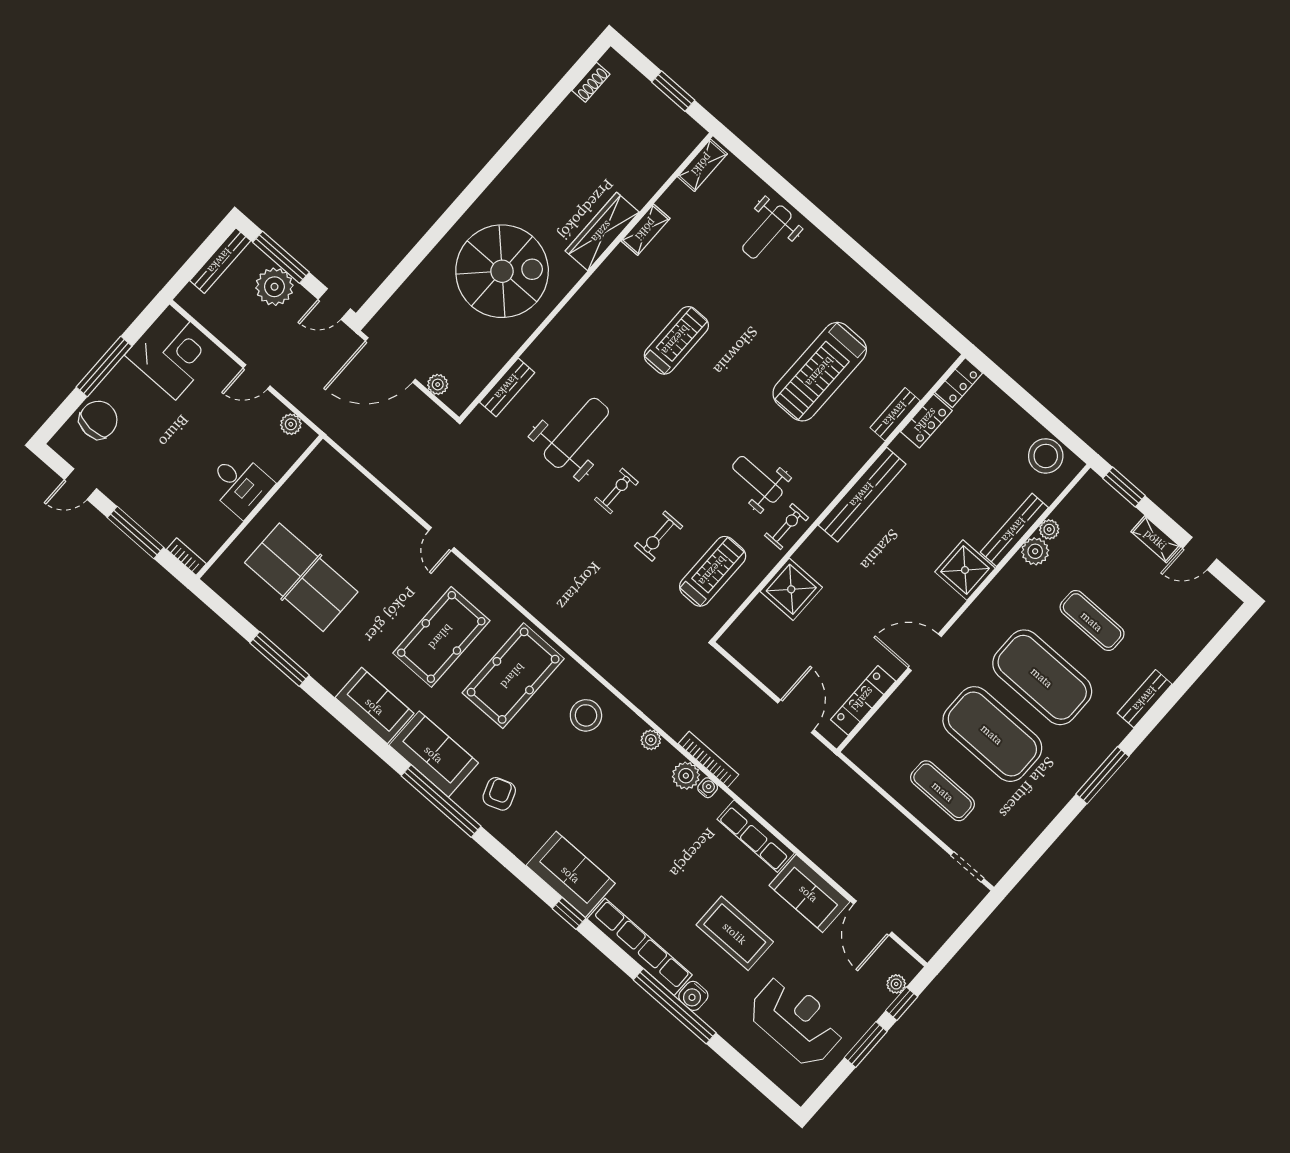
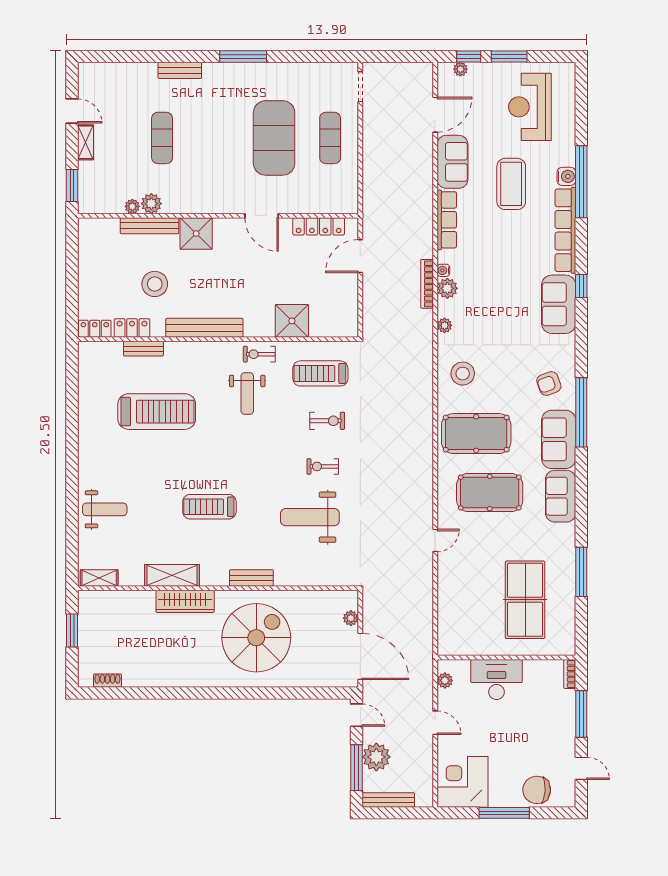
shelving: (646, 230) -> (172, 575), width x1.50, depth x1.33
spiral stairs: (502, 271) -> (256, 638), turned 90
bench: (507, 387) -> (251, 578), moved
stool: (1046, 456) -> (155, 284), moved
desk: (240, 484) -> (497, 679), width x1.37
exercise mat: (1042, 677) -> (218, 138), removed

